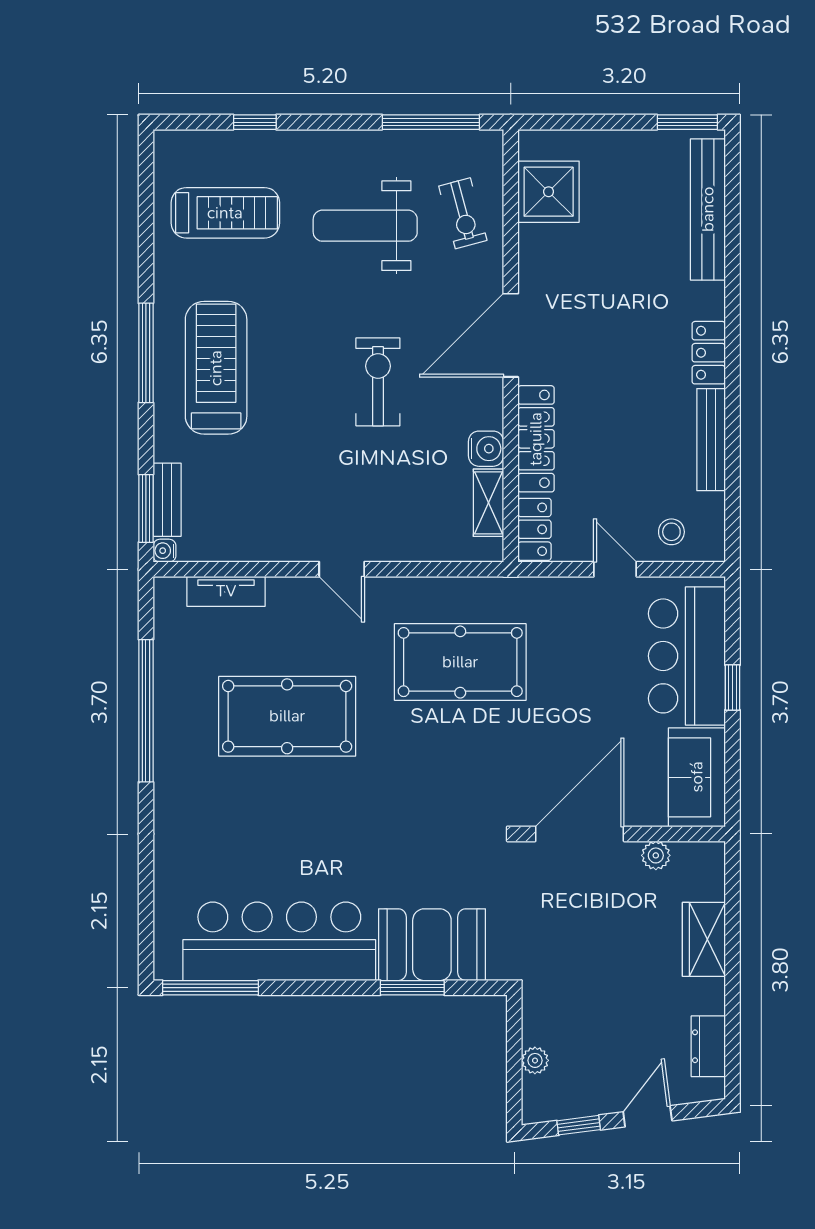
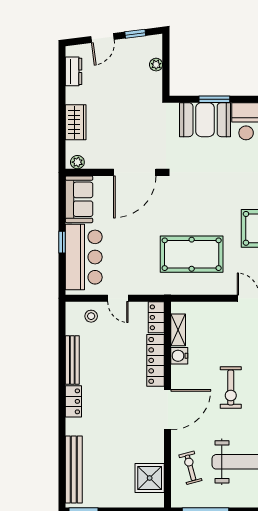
plant: (656, 855) -> (77, 162), moved

